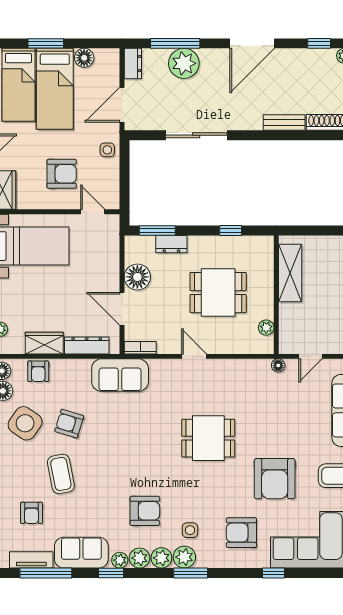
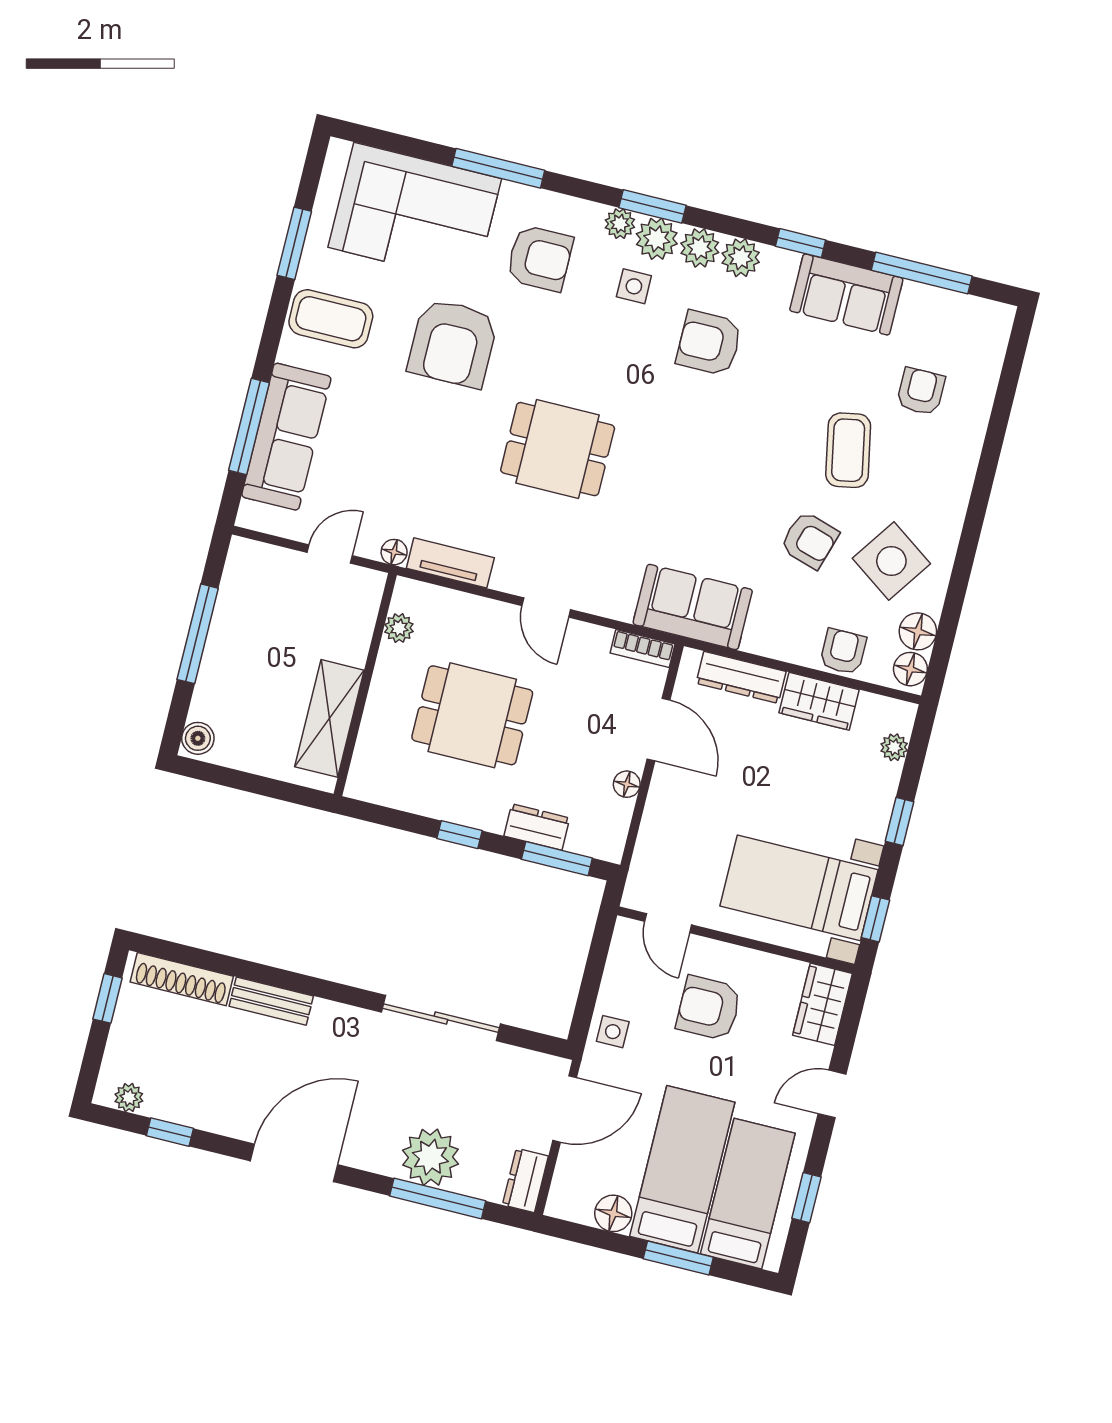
window: (231, 230) -> (460, 835), moved
floor lamp: (137, 277) -> (627, 784), width x0.53, depth x0.53
armchair: (275, 479) -> (453, 343), turned 180
tv unit: (31, 560) -> (450, 563), moved, turned 180
plant: (120, 560) -> (620, 224), moved
window: (274, 573) -> (498, 168), width x2.17

